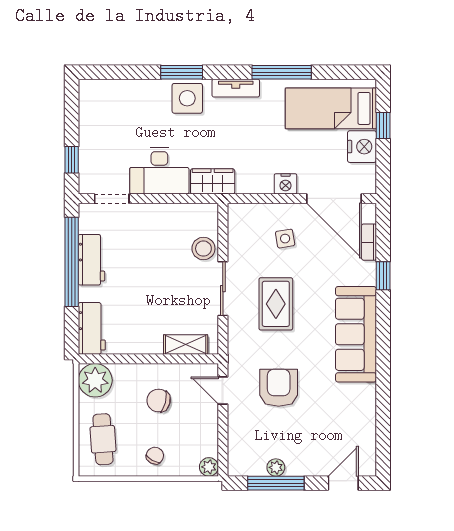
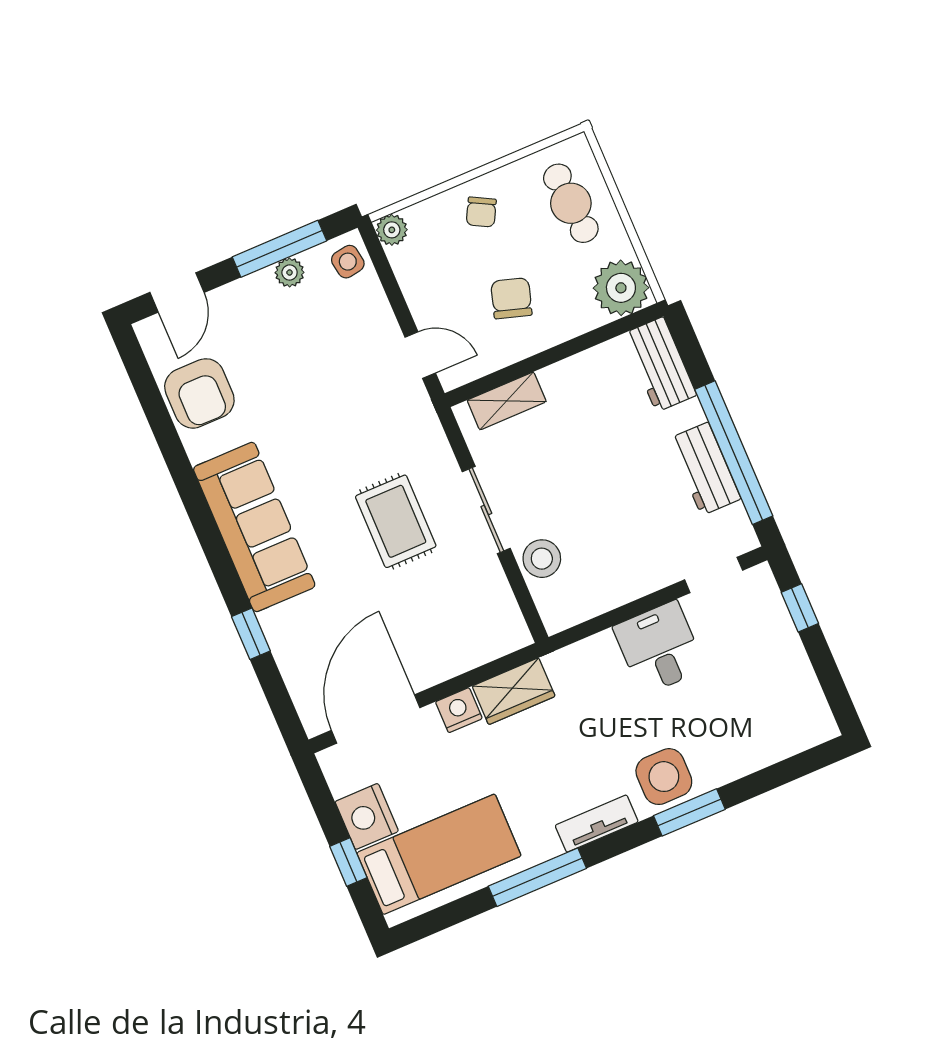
desk: (159, 171) -> (659, 648), width x0.73
wardrobe: (213, 181) -> (514, 691), moved
door: (334, 199) -> (376, 719), hinge flipped
side table: (285, 239) -> (348, 262), moved
bookcase: (369, 242) -> (294, 676), removed
armchair: (279, 388) -> (199, 393), moved
chair: (159, 401) -> (511, 298), turned -87

